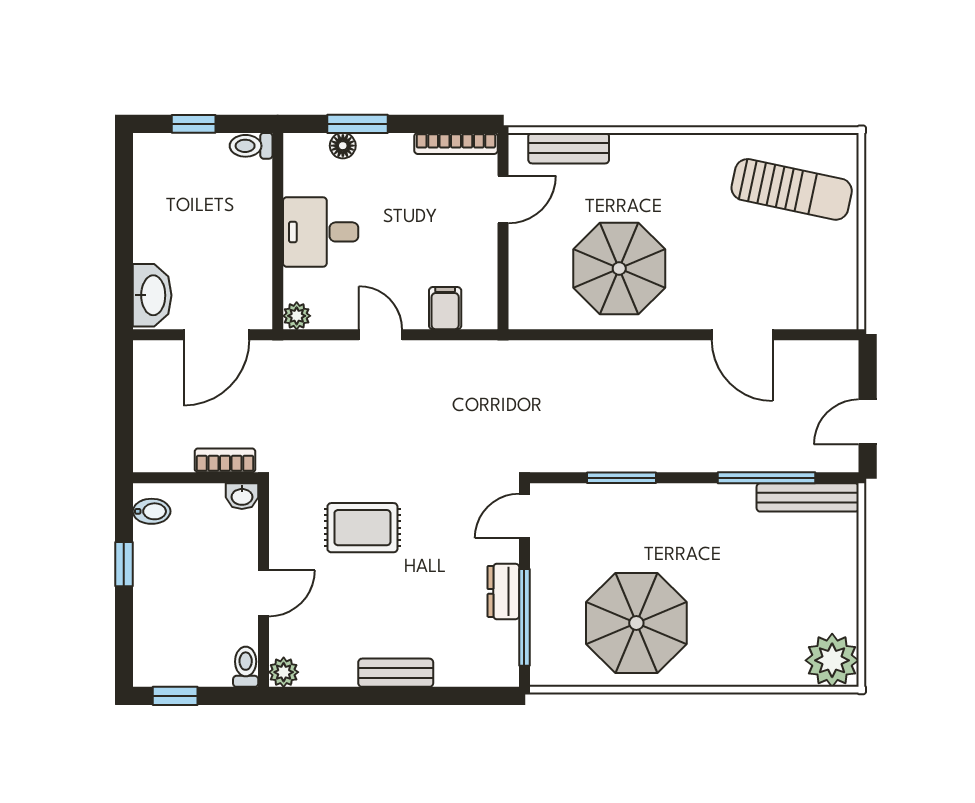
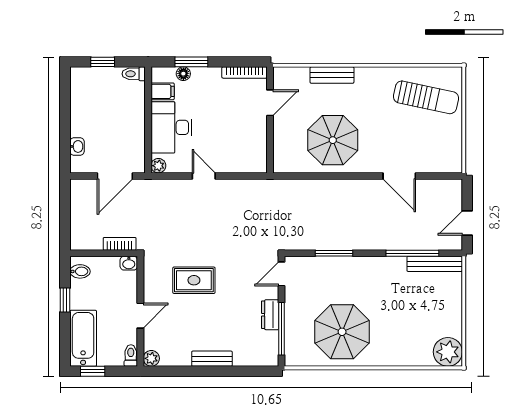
bench: (569, 148) -> (332, 75), moved
desk: (321, 232) -> (171, 127), width x1.37
washbasin: (152, 295) -> (77, 146), width x0.52, depth x0.69
filing cabinet: (445, 308) -> (163, 91), moved, turned 90
bathtub: (157, 635) -> (83, 338), added

